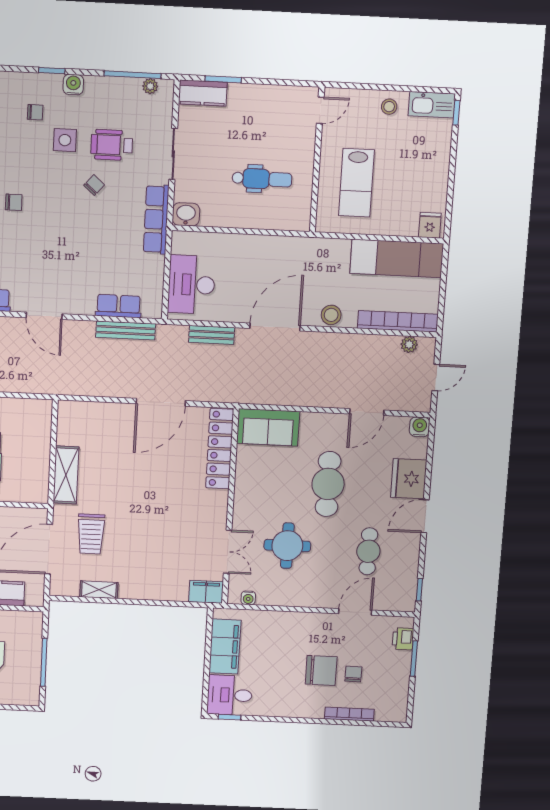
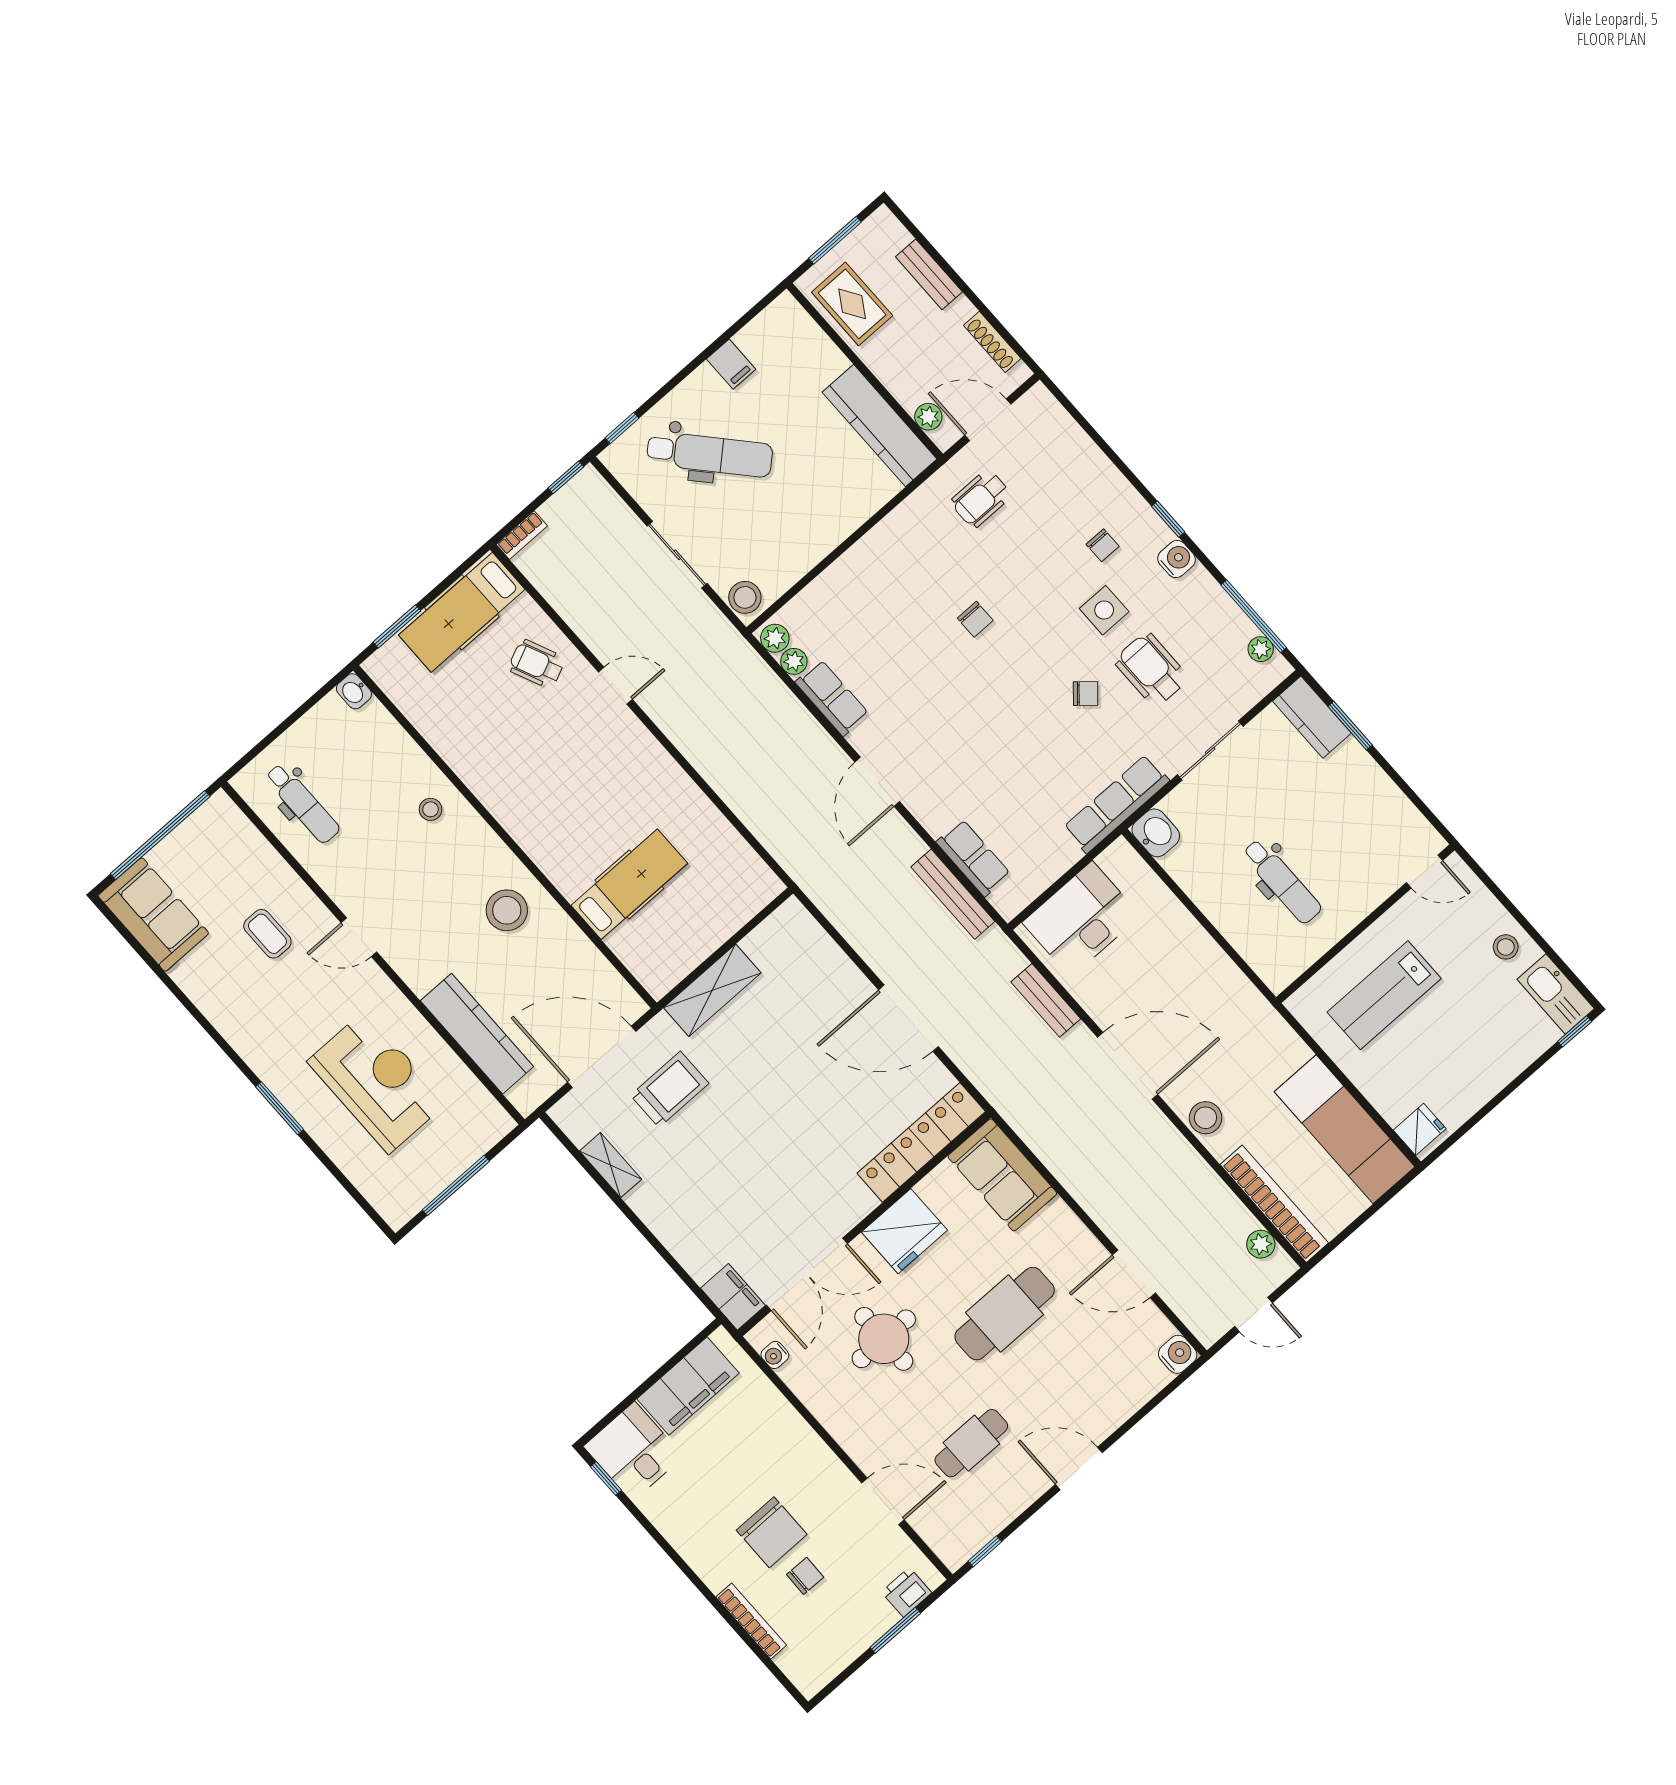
fridge: (409, 479) -> (904, 1231), moved, turned 180
trolley: (91, 534) -> (670, 1089), turned 180
double door: (228, 552) -> (807, 1274), width x1.37

